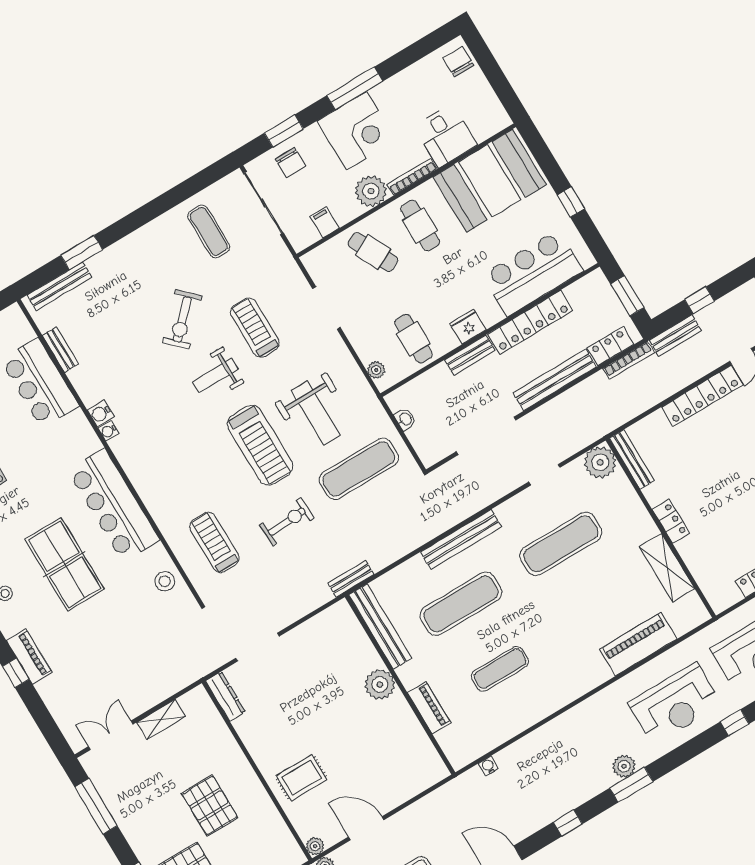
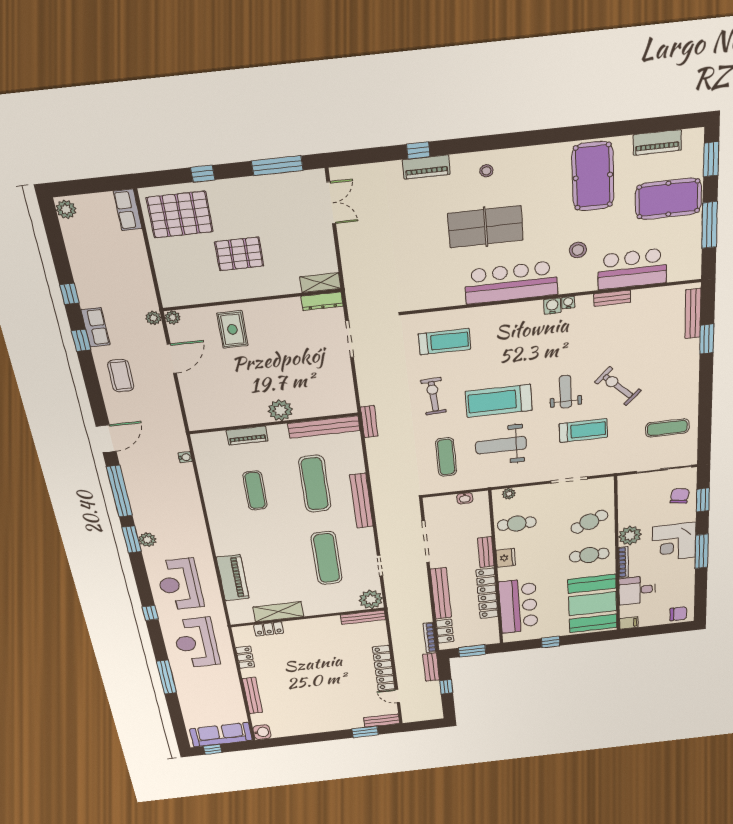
chair: (291, 163) -> (680, 496), turned 99
filing cabinet: (325, 222) -> (629, 623), moved
bench: (60, 350) -> (612, 298), moved
water cooler: (101, 413) -> (552, 306), moved
exercise mat: (359, 469) -> (446, 457), width x0.73, depth x0.69
locker: (671, 521) -> (269, 629), moved
exercise bike: (287, 522) -> (433, 396), turned 180
stool: (165, 581) -> (578, 250), moved
shelving: (161, 719) -> (320, 283), moved, turned 90
window: (568, 823) -> (119, 491), width x3.17

